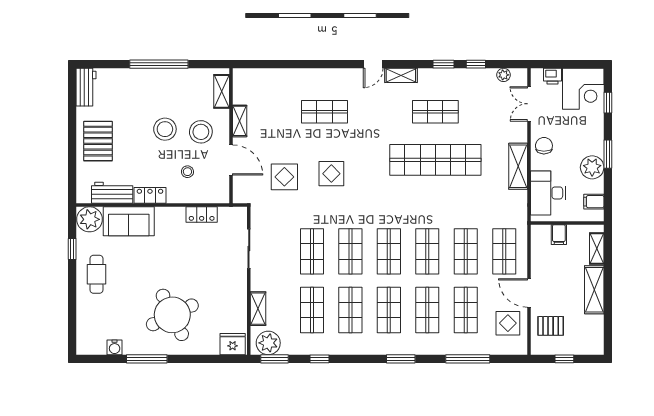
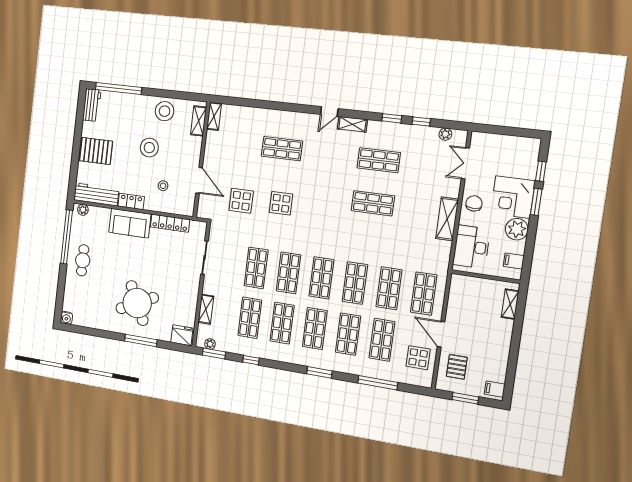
window: (159, 64) -> (119, 89), moved
printer: (552, 76) -> (491, 140), removed
corner desk: (583, 89) -> (513, 197), moved, turned 90
shelving: (240, 121) -> (214, 116), moved
stool: (201, 132) -> (165, 111), moved
pallet: (98, 141) -> (96, 151), turned 90
window: (608, 154) -> (536, 202), moved
shop shelf: (435, 160) -> (373, 203), width x0.50, depth x0.74
workbench: (112, 193) -> (96, 194), width x1.38
locker: (202, 214) -> (170, 223), width x1.53
plant: (90, 219) -> (83, 210), width x0.53, depth x0.53
sofa: (129, 221) -> (130, 223), moved
filing cabinet: (559, 235) -> (495, 389), moved, turned 90
window: (72, 249) -> (67, 237), width x3.17
shelving: (594, 290) -> (502, 341), removed
pallet: (551, 326) -> (457, 367), turned 90
plant: (268, 343) -> (210, 344), width x0.53, depth x0.53
water cooler: (115, 347) -> (66, 318), moved
window: (147, 359) -> (141, 340), moved
window: (564, 359) -> (465, 398), width x1.50

